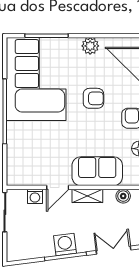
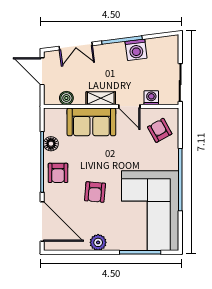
armchair: (93, 98) -> (95, 192), turned -85
armchair: (26, 162) -> (160, 130), added
door: (58, 187) -> (129, 106), swing flipped
washing machine: (65, 244) -> (136, 50), moved

